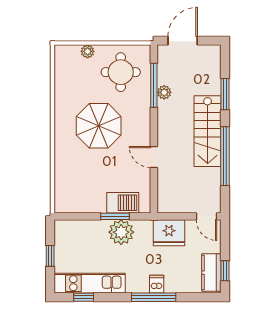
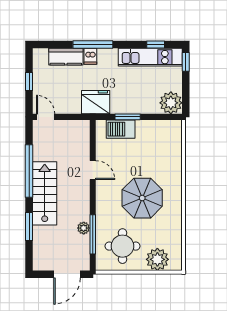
plant: (88, 51) -> (157, 259), width x1.88, depth x1.88
plant: (121, 232) -> (171, 103), moved
fridge: (169, 233) -> (96, 102), moved
window: (50, 256) -> (186, 62), moved
window: (225, 271) -> (29, 81), moved
kitchen counter: (211, 273) -> (66, 57), moved, turned 90

